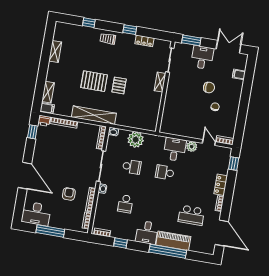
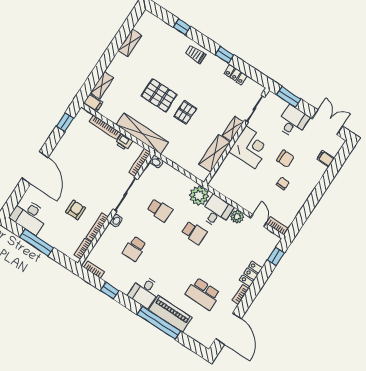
corner desk: (179, 90) -> (251, 147), added
shelving: (154, 107) -> (214, 153), added
printer: (44, 121) -> (124, 142), moved
plant: (136, 140) -> (199, 196), moved
school desk: (165, 172) -> (194, 233), turned 180

